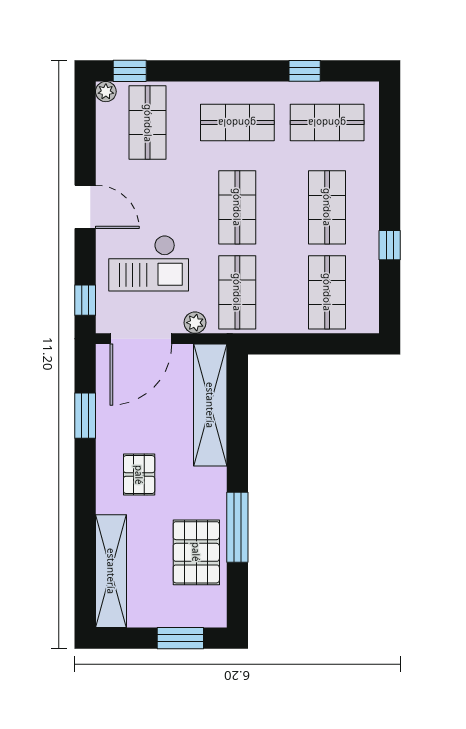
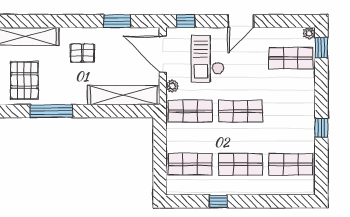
window: (305, 71) -> (321, 128), moved
shop shelf: (237, 123) -> (291, 111), removed
shop shelf: (327, 123) -> (291, 164), turned 90
pallet: (196, 552) -> (24, 80), moved, turned 90

